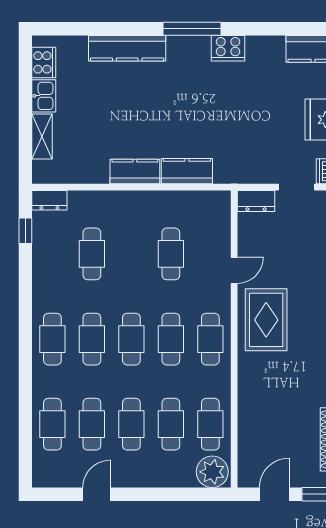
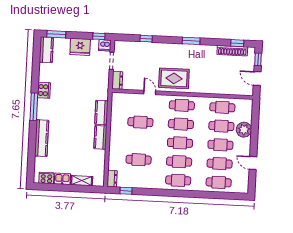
plant: (212, 472) -> (244, 130), moved

